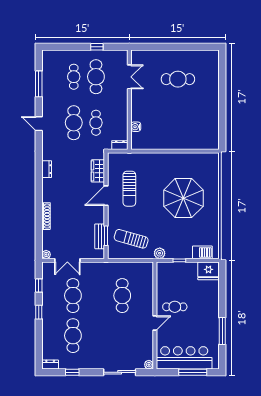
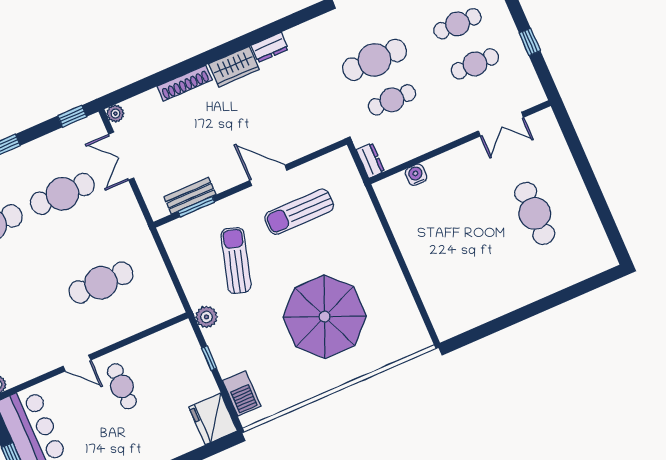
cafe table: (96, 77) -> (475, 64), width x0.73, depth x0.74
wardrobe: (98, 171) -> (234, 67), moved, turned 180
sun lounger: (131, 239) -> (236, 260), moved
window: (39, 285) -> (72, 116), moved

